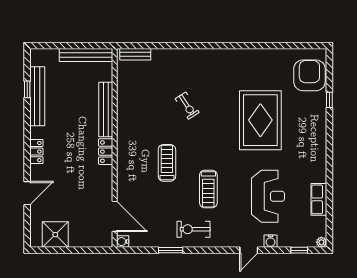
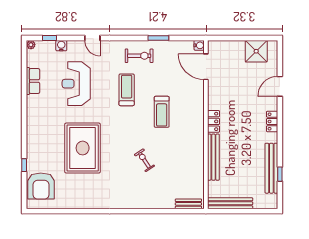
water cooler: (271, 241) -> (61, 46), moved
door: (249, 250) -> (92, 38), swing flipped

